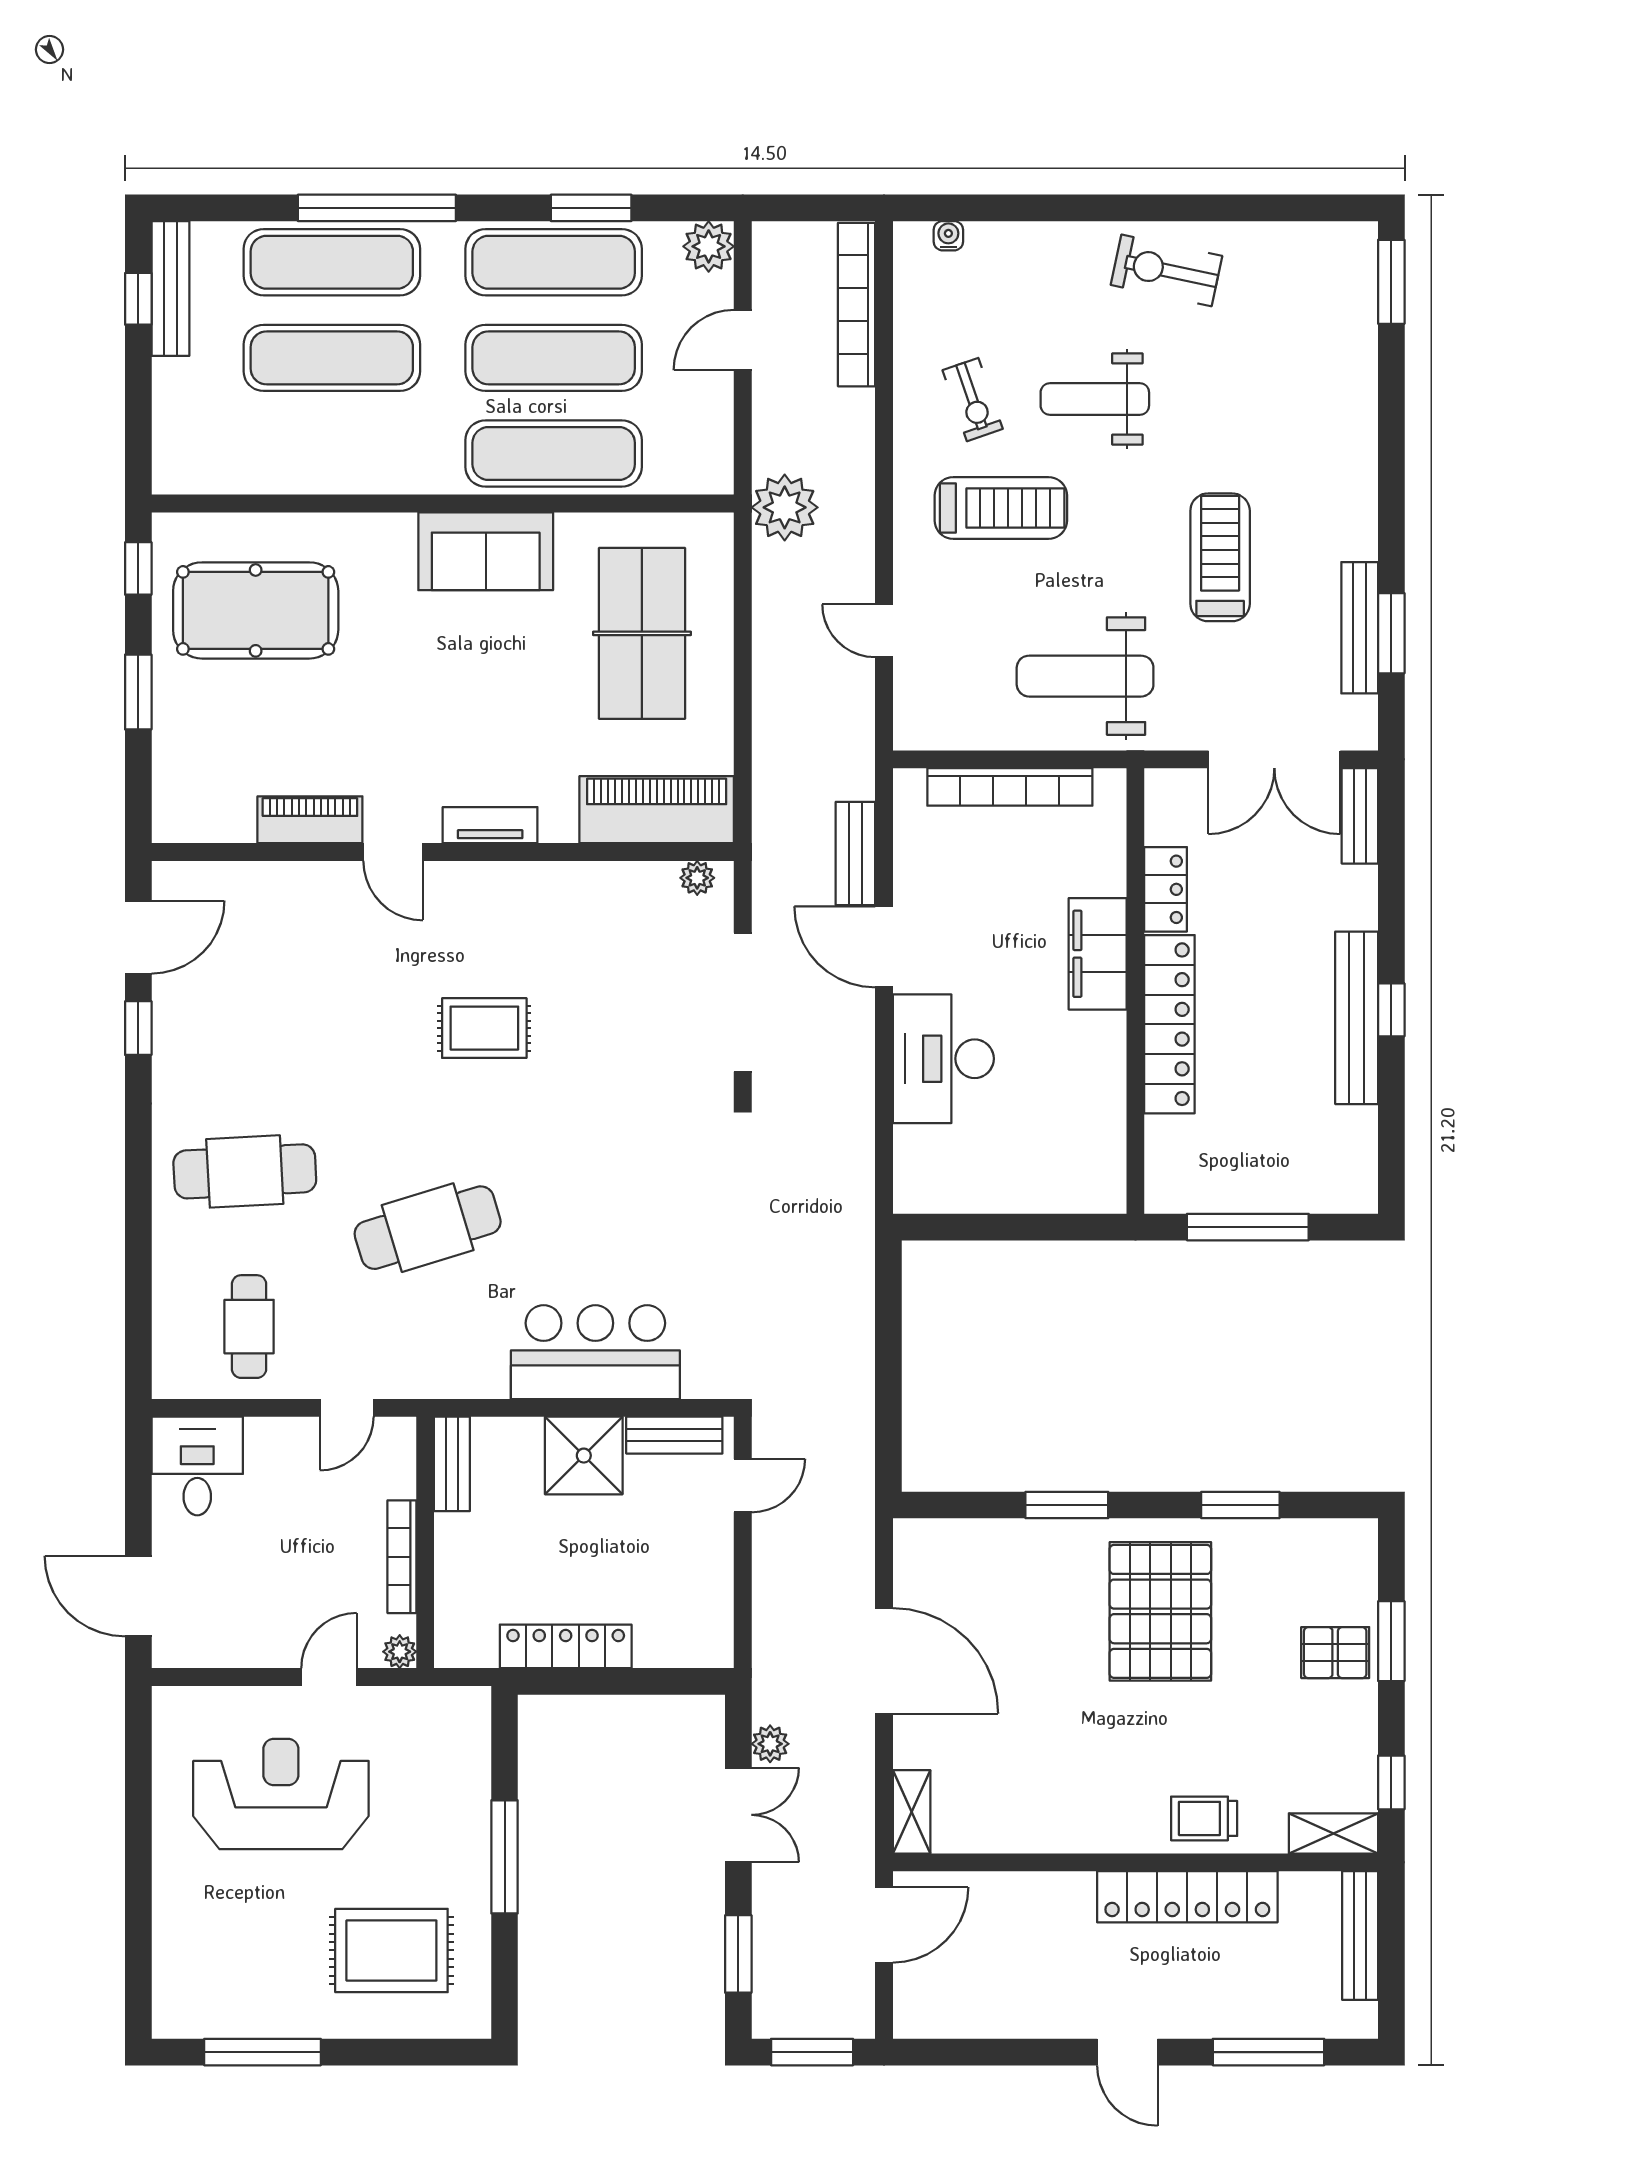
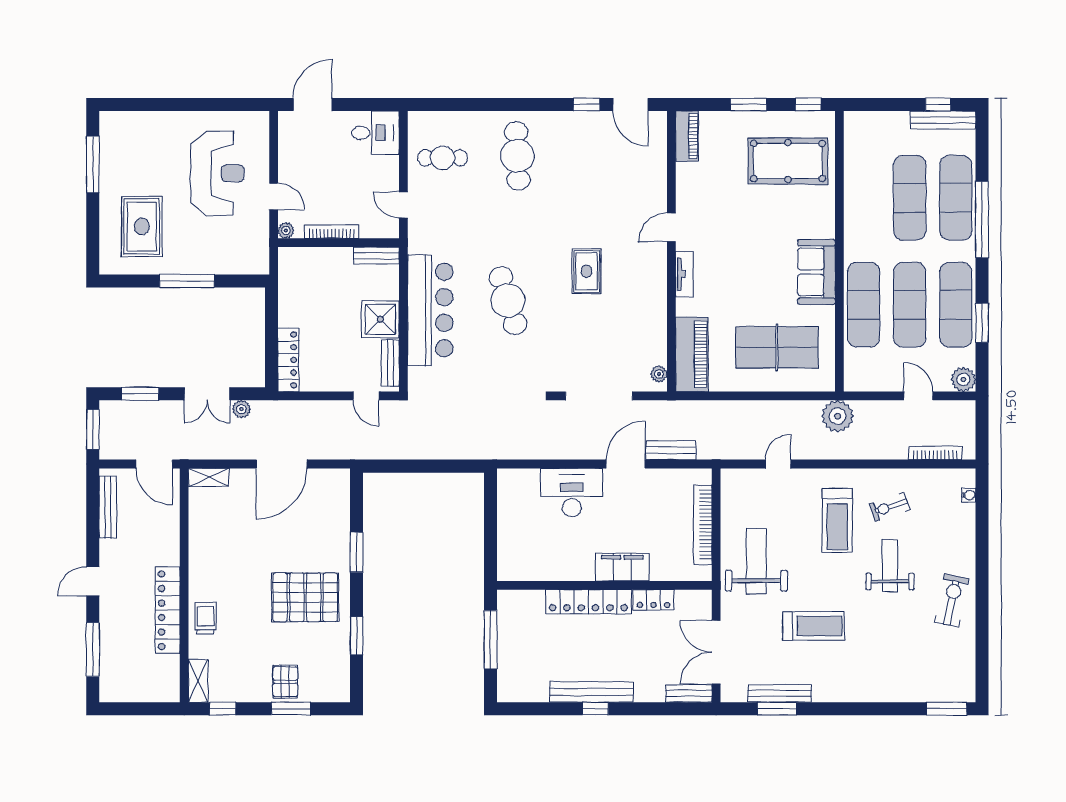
bookcase: (857, 305) -> (935, 453), width x0.68, depth x0.76
pool table: (256, 610) -> (788, 161), turned 90
piano: (310, 820) -> (687, 136), moved
cafe table: (428, 1228) -> (508, 301), moved
bar counter: (595, 1352) -> (430, 310), width x1.36
locker: (566, 1646) -> (288, 360), moved
bench: (1360, 1935) -> (108, 507), moved, turned 90

